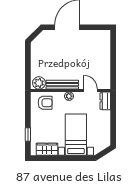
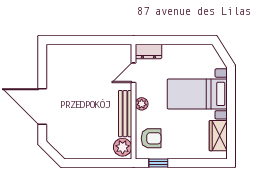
armchair: (45, 103) -> (151, 138), turned 90
window: (28, 135) -> (158, 163), moved

